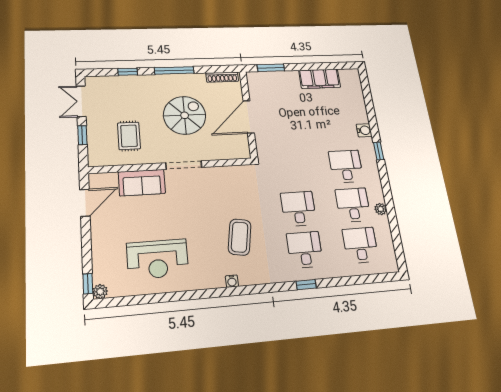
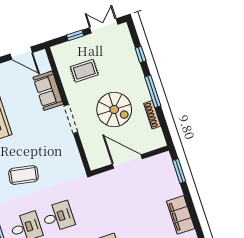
shoe rack: (222, 77) -> (152, 115), moved

